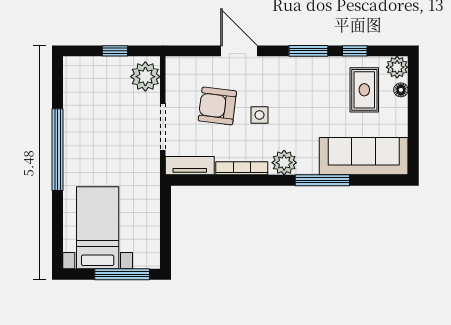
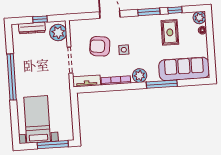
dresser: (99, 65) -> (32, 28), added
rug: (364, 90) -> (170, 32), moved

